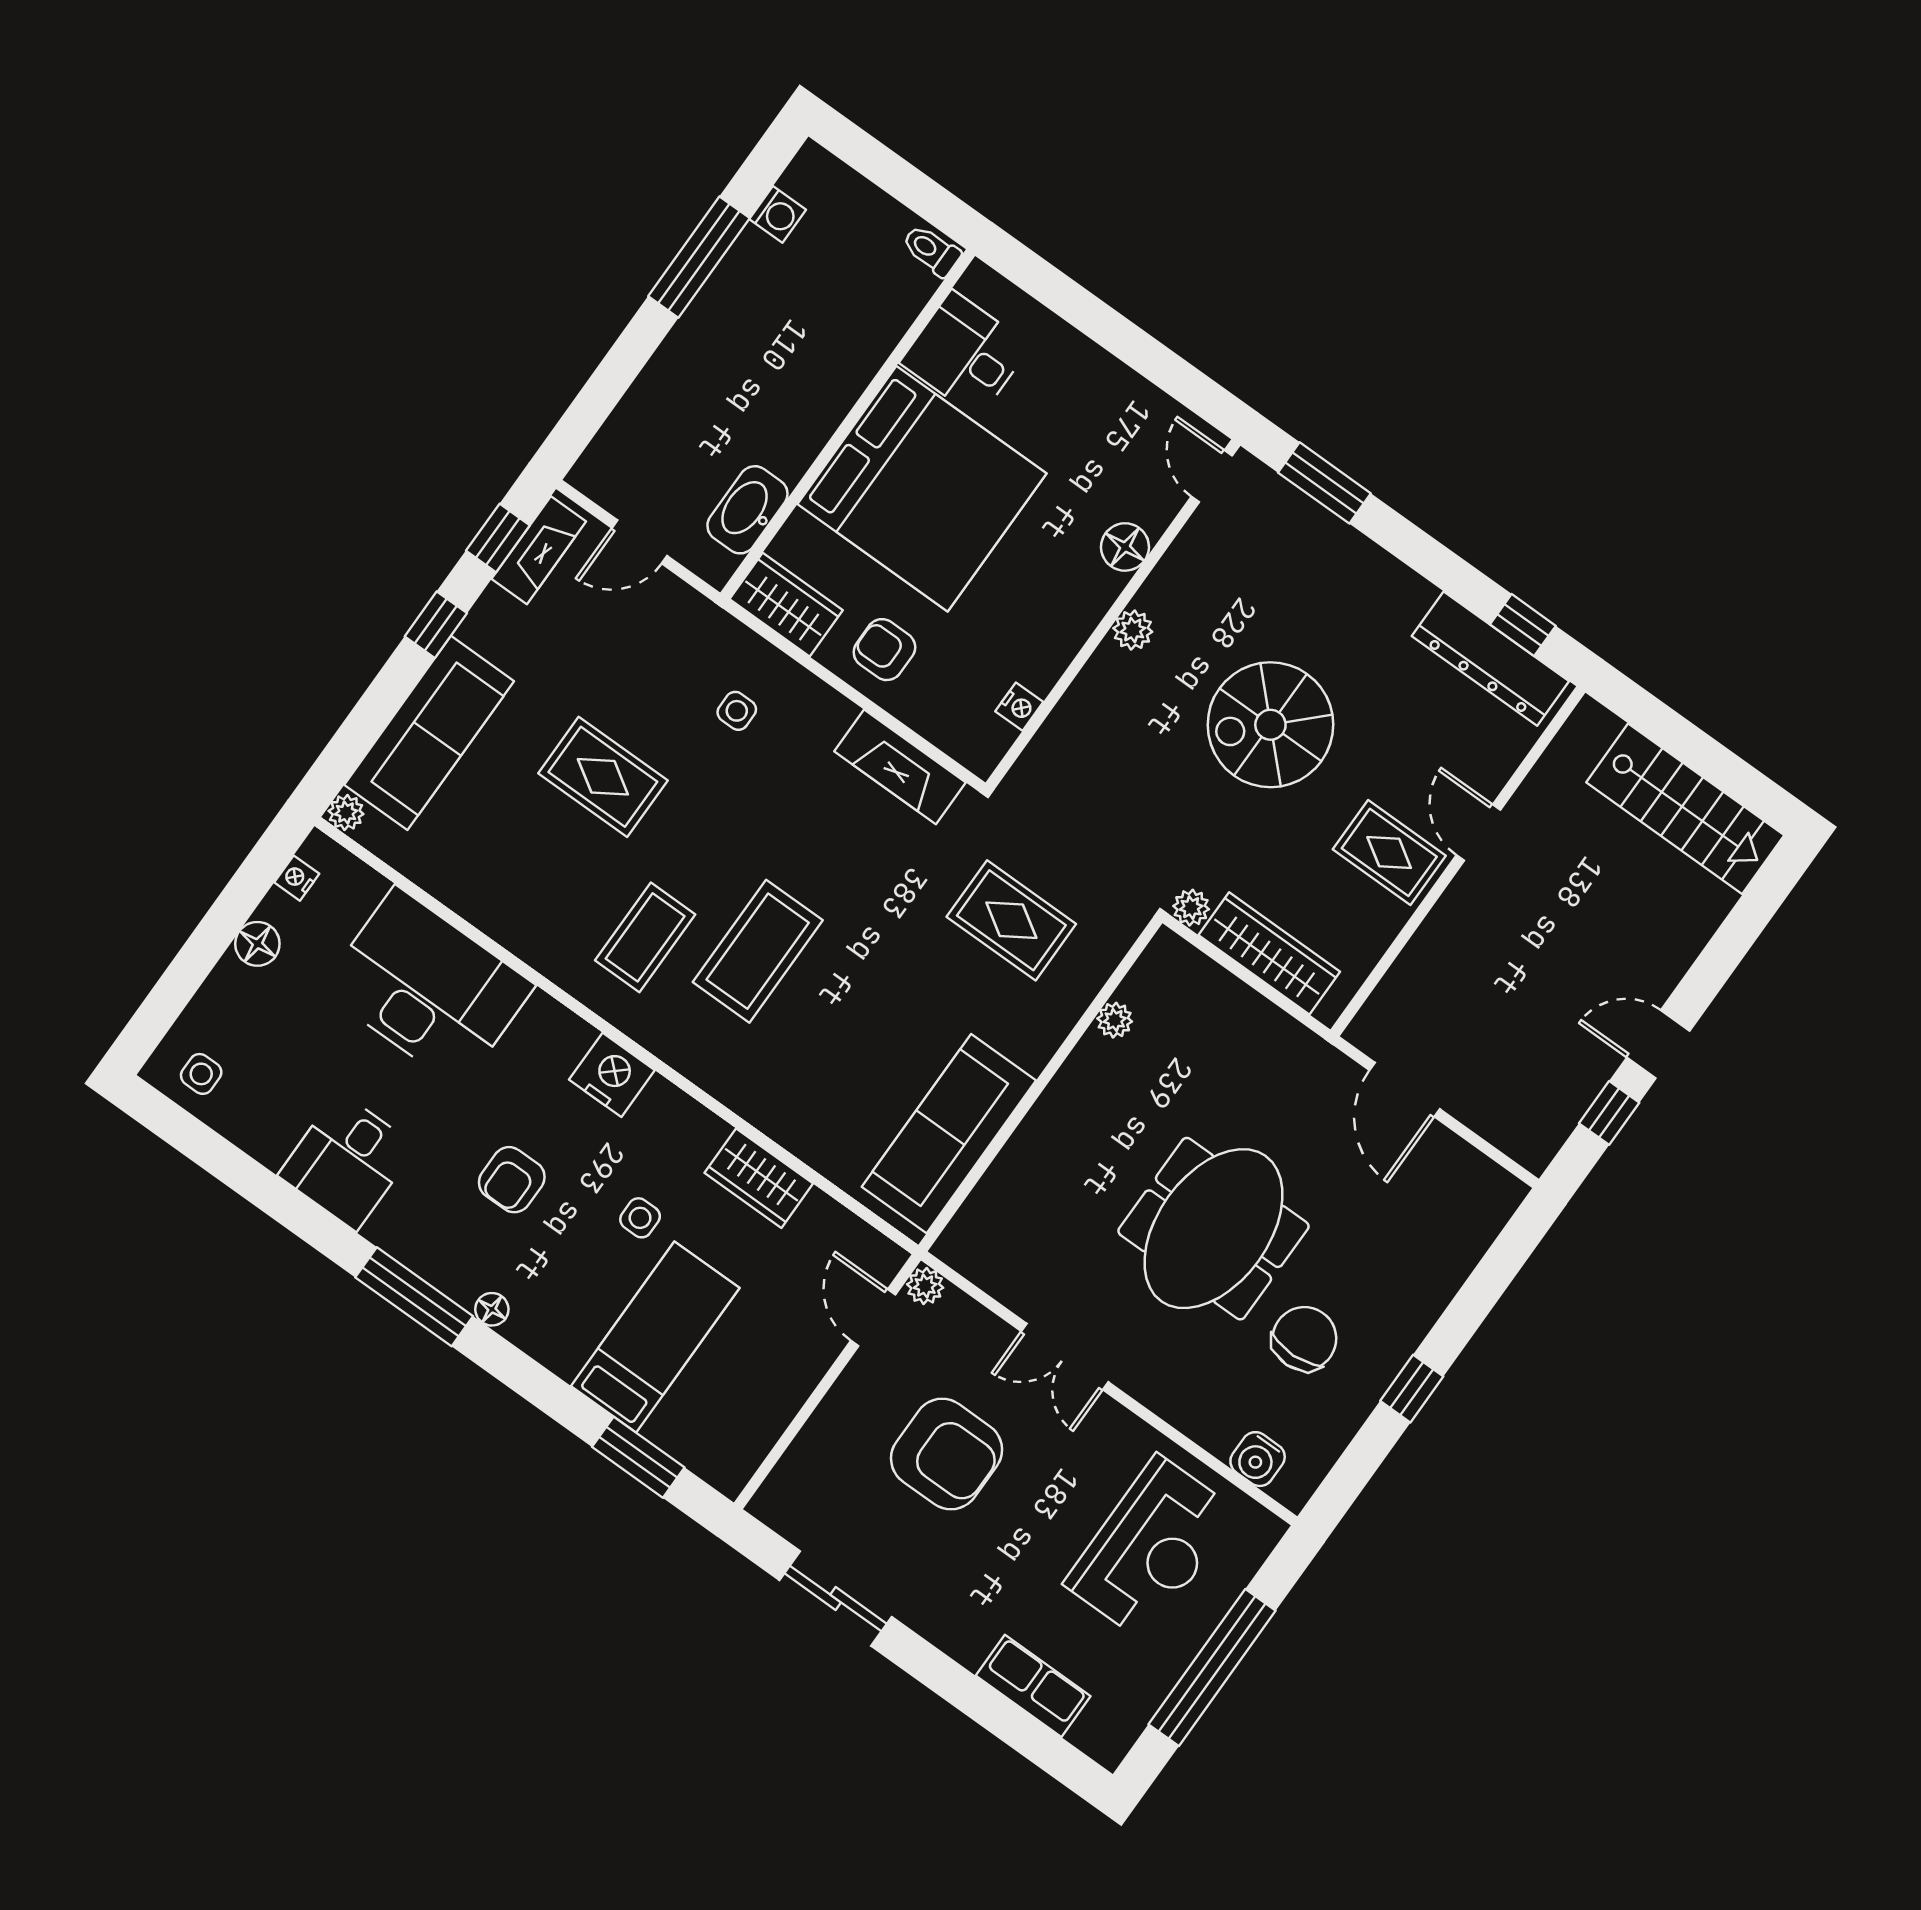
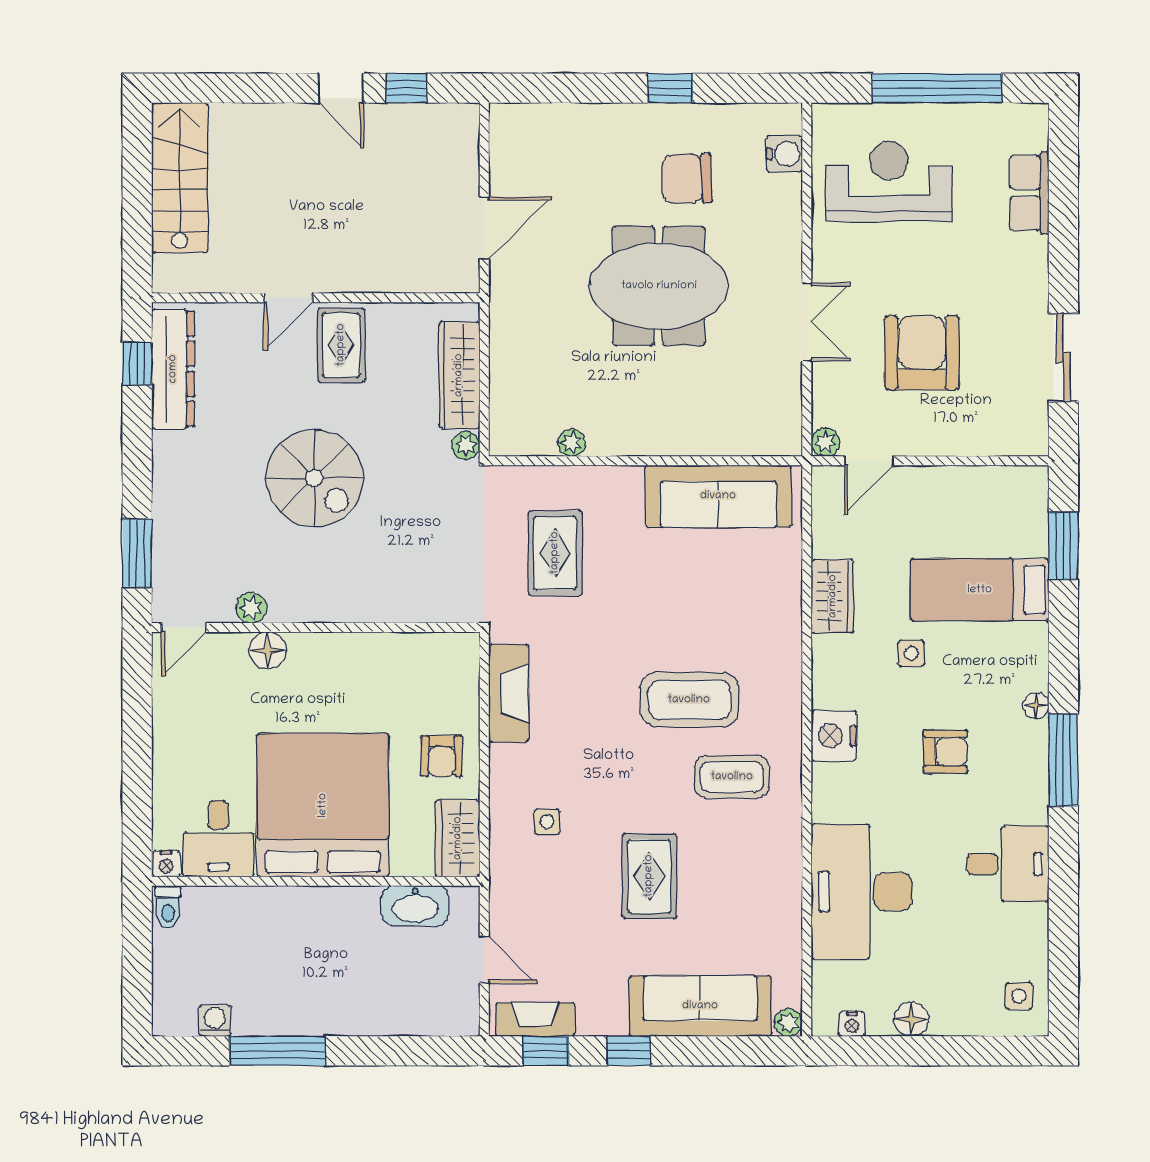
plant: (1133, 630) -> (251, 608), moved
nightstand: (1019, 707) -> (166, 864), moved, turned 180

